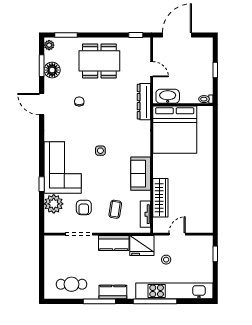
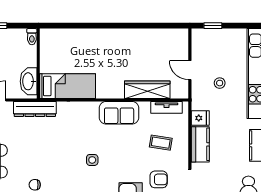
bed: (175, 130) -> (68, 86), width x0.49
fridge: (142, 245) -> (200, 118), width x0.53, depth x0.75

